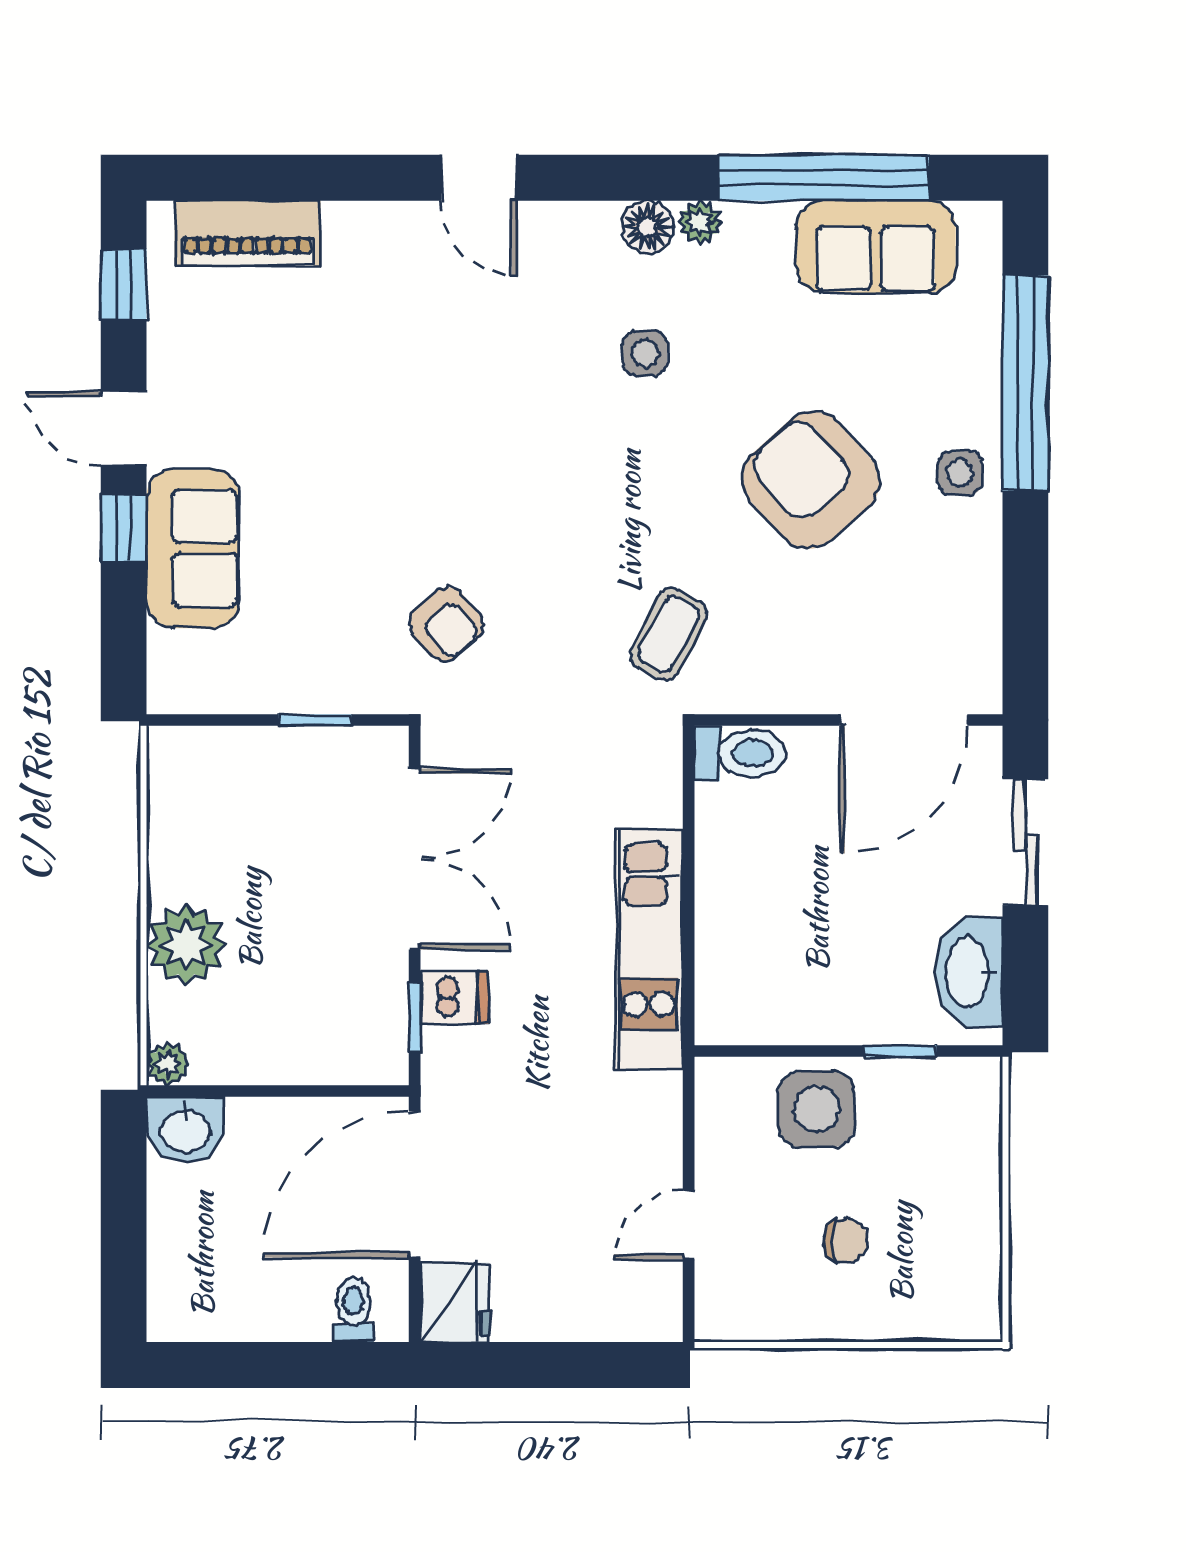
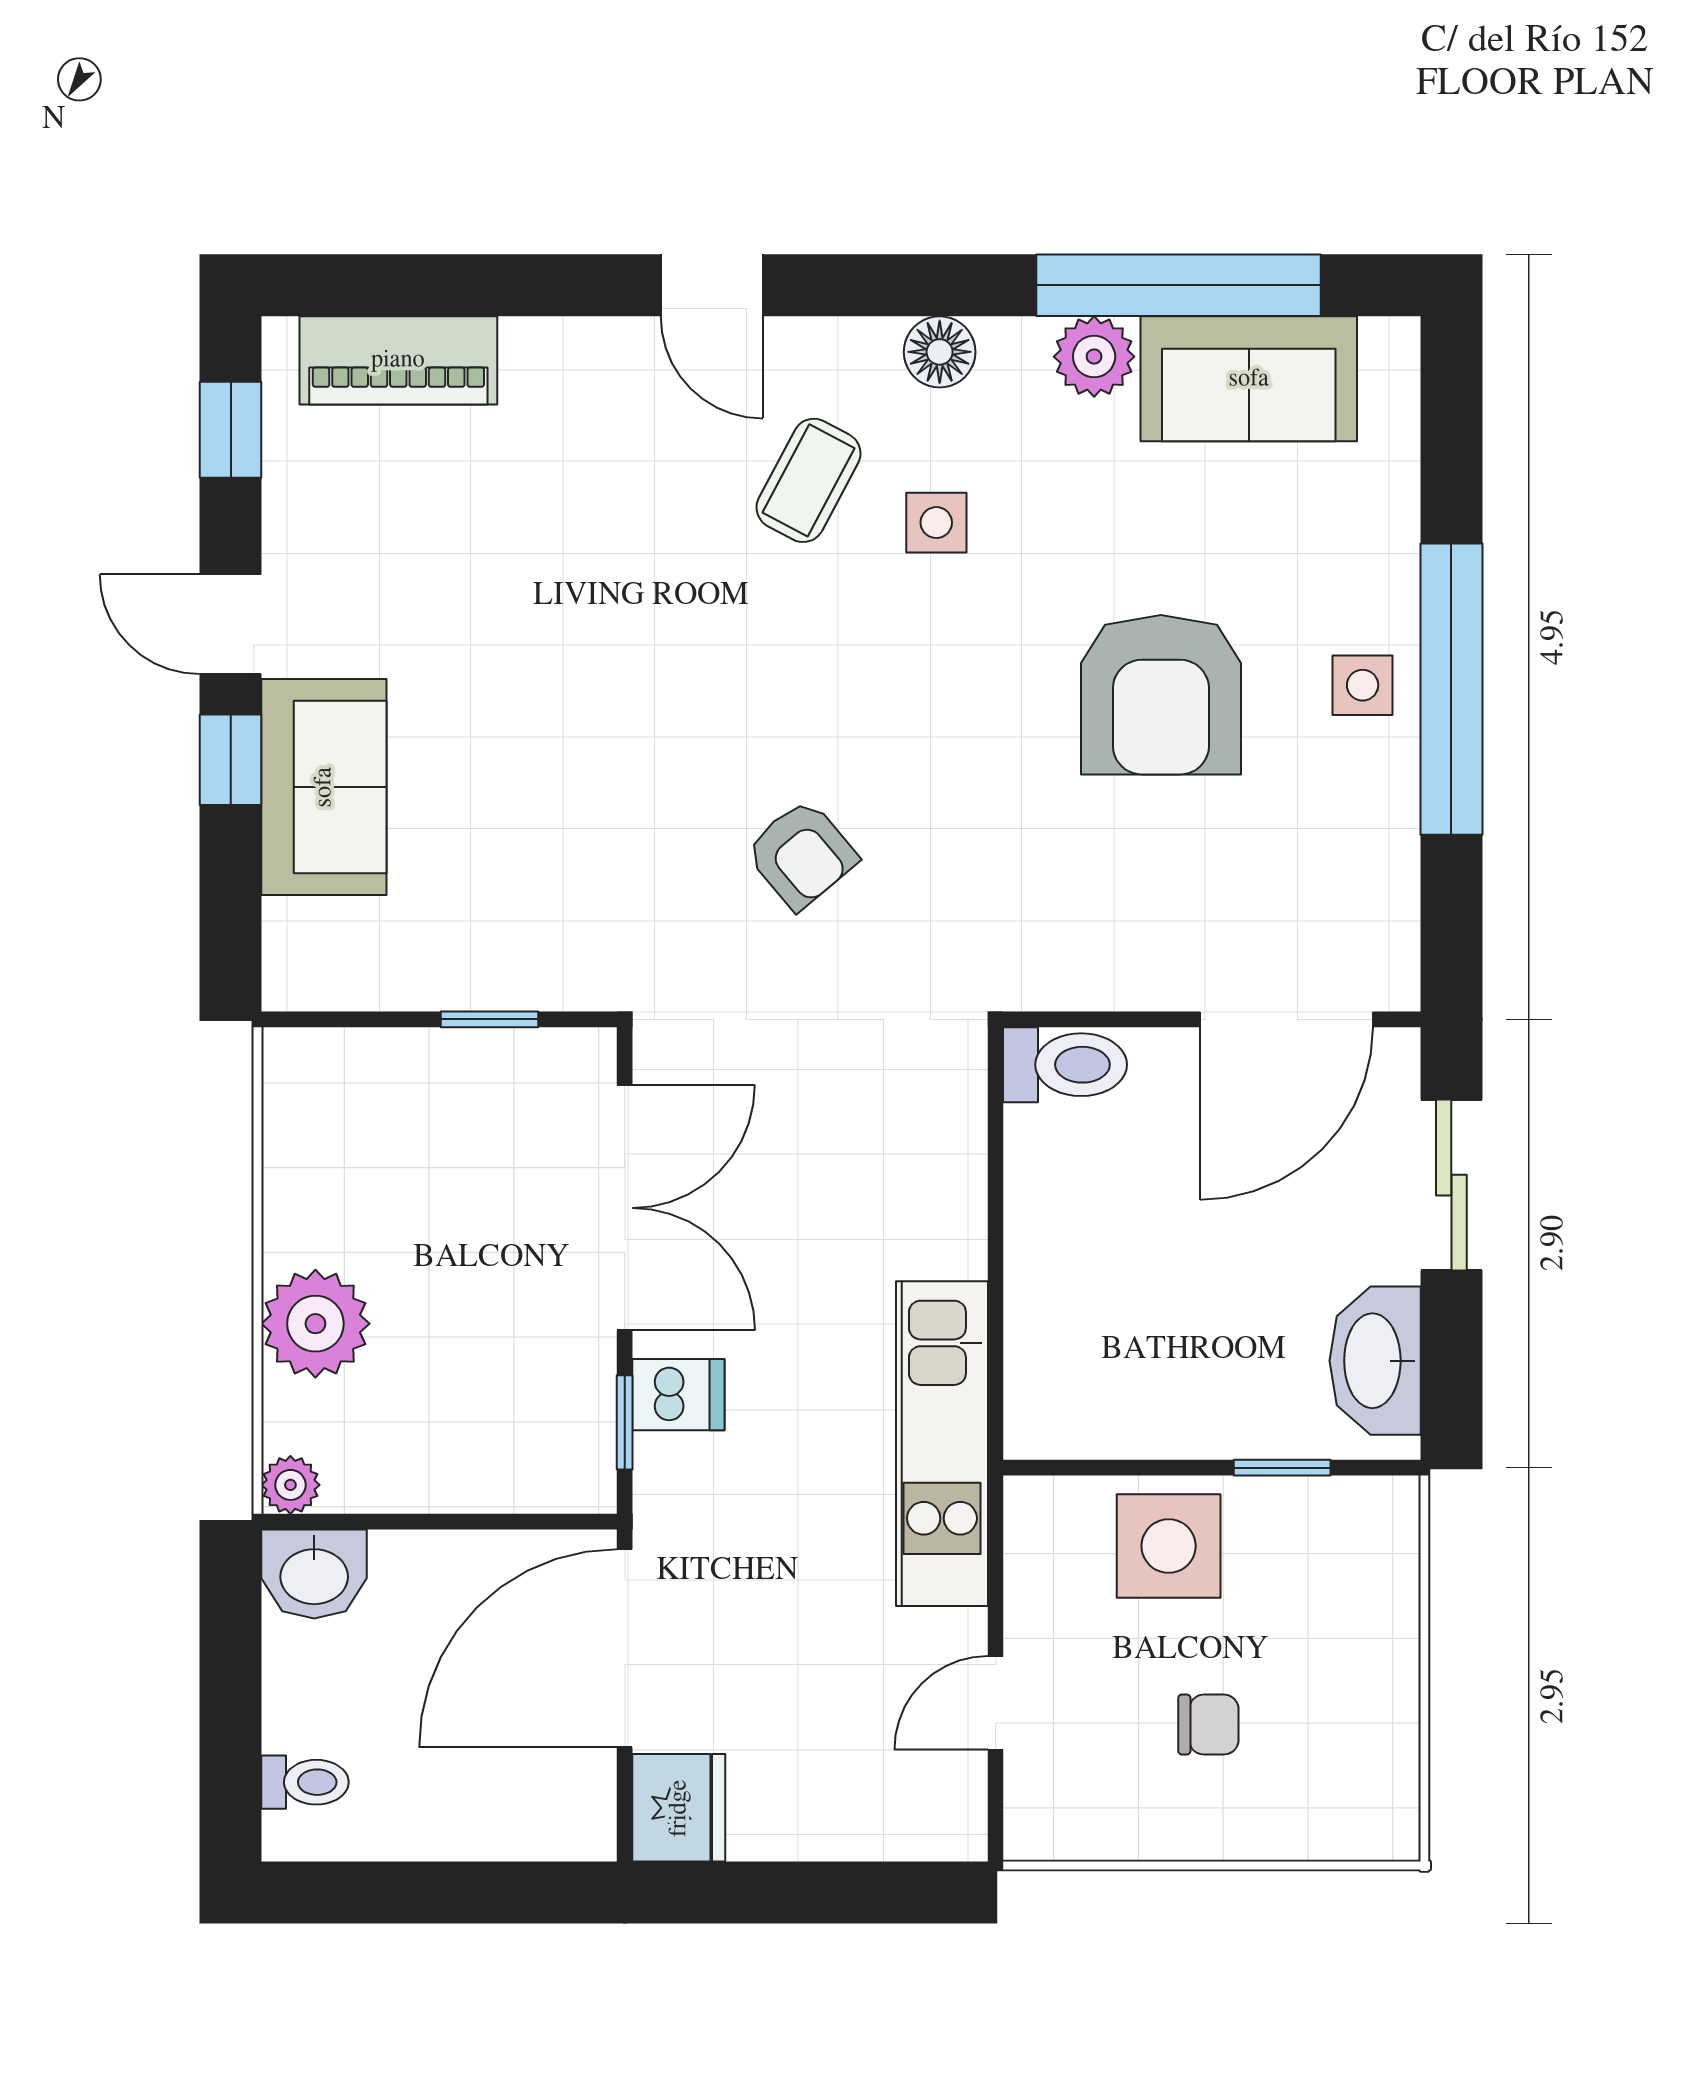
plant: (700, 222) -> (1094, 357), moved, width x1.38, depth x1.38
window: (1025, 383) -> (1451, 689), moved
armchair: (811, 480) -> (1161, 695), turned -138
armchair: (446, 624) -> (801, 854), moved
coffee table: (669, 634) -> (809, 480), moved
kitchen unit: (649, 949) -> (942, 1444), moved
toilet: (353, 1310) -> (305, 1782), moved, turned 90

